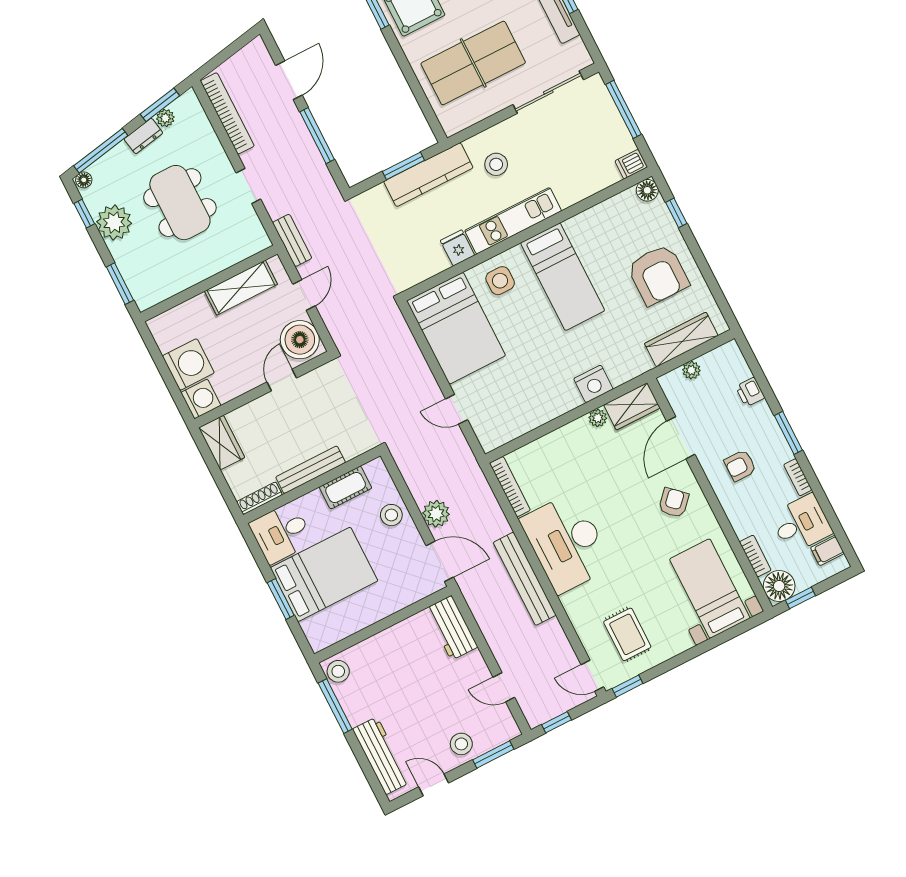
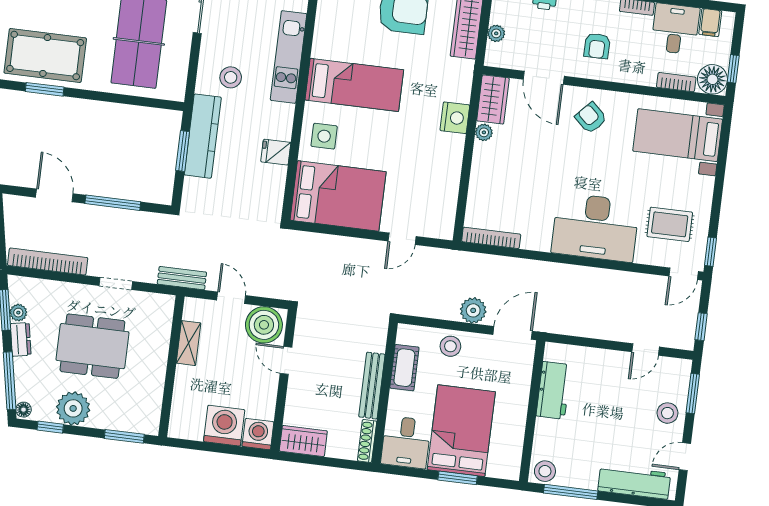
kitchen unit: (513, 221) -> (289, 57), moved
shelving: (241, 288) -> (189, 343), width x0.67, depth x0.75
desk: (566, 543) -> (595, 227), moved
bench: (525, 579) -> (571, 275), removed
workbench: (451, 628) -> (553, 390), moved, turned -90

